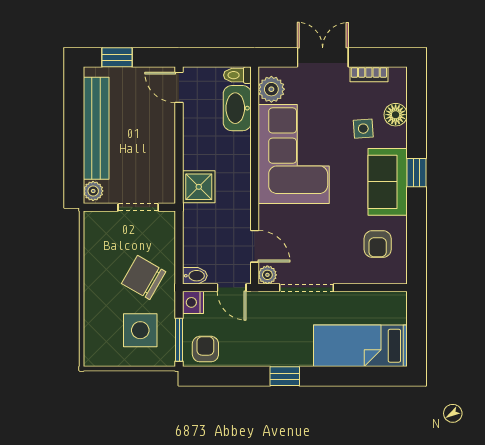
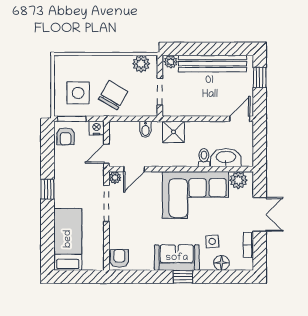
toilet: (237, 75) -> (204, 158), moved
plant: (96, 235) -> (141, 64), added
armchair: (378, 244) -> (119, 258), moved, turned 90
bidet: (195, 276) -> (145, 129), moved
armchair: (205, 349) -> (66, 136), turned 90

